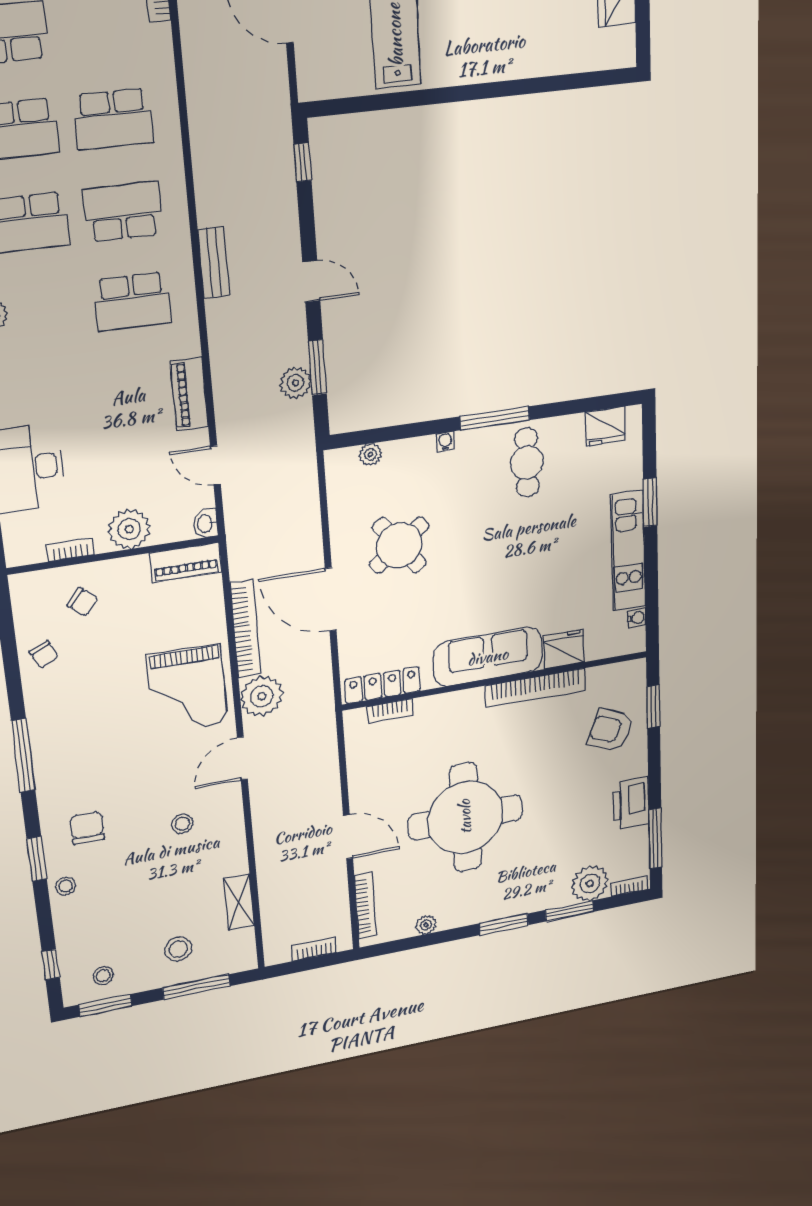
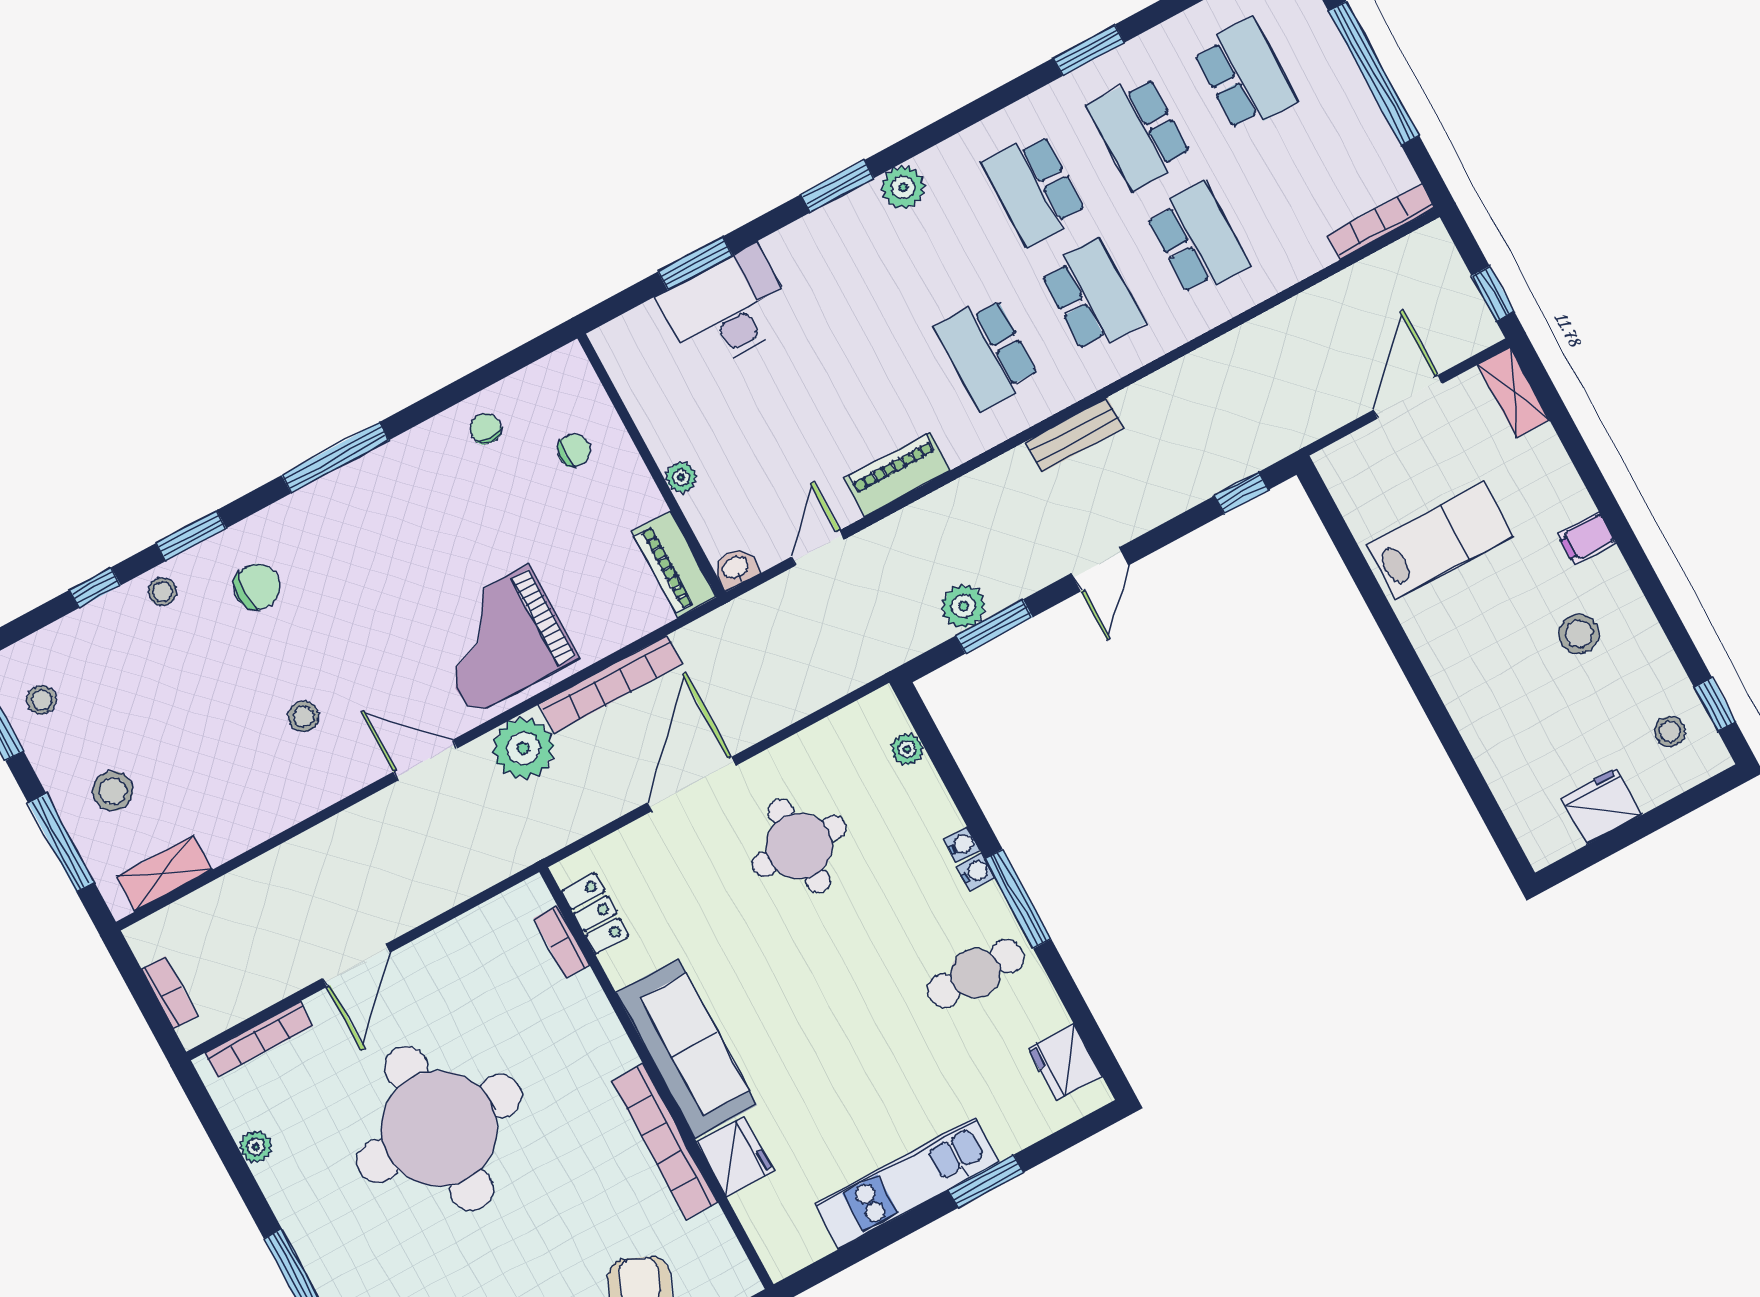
school desk: (113, 119) -> (1198, 239), turned 180
plant: (129, 529) -> (681, 477), width x0.53, depth x0.53
round table: (399, 545) -> (799, 846), turned 37
bookcase: (70, 550) -> (639, 406), removed
chair: (83, 602) -> (574, 450), turned -129
water cooler: (637, 618) -> (976, 872), moved, turned -90
chair: (44, 654) -> (486, 429), turned 115
locker: (383, 685) -> (595, 914), width x0.66
shelving: (239, 902) -> (164, 873), moved
window: (51, 965) -> (95, 588), moved

